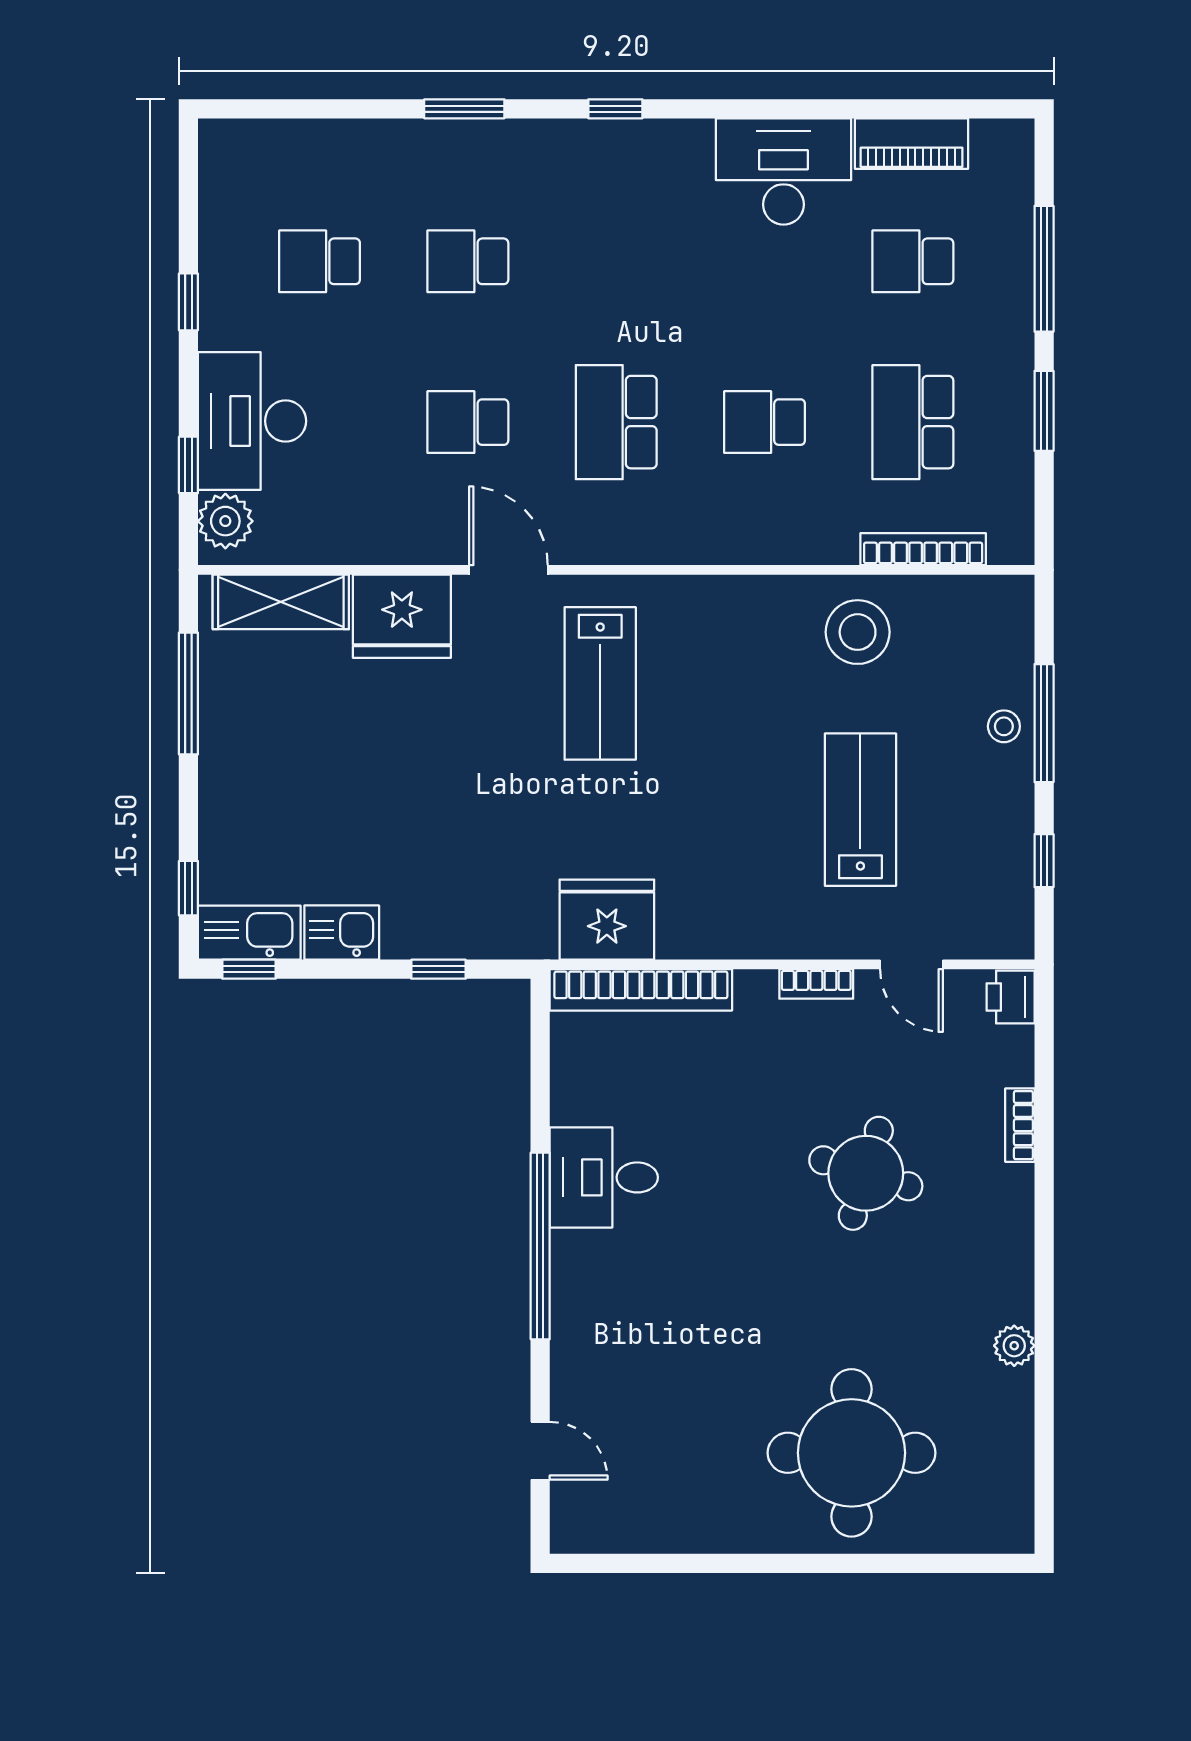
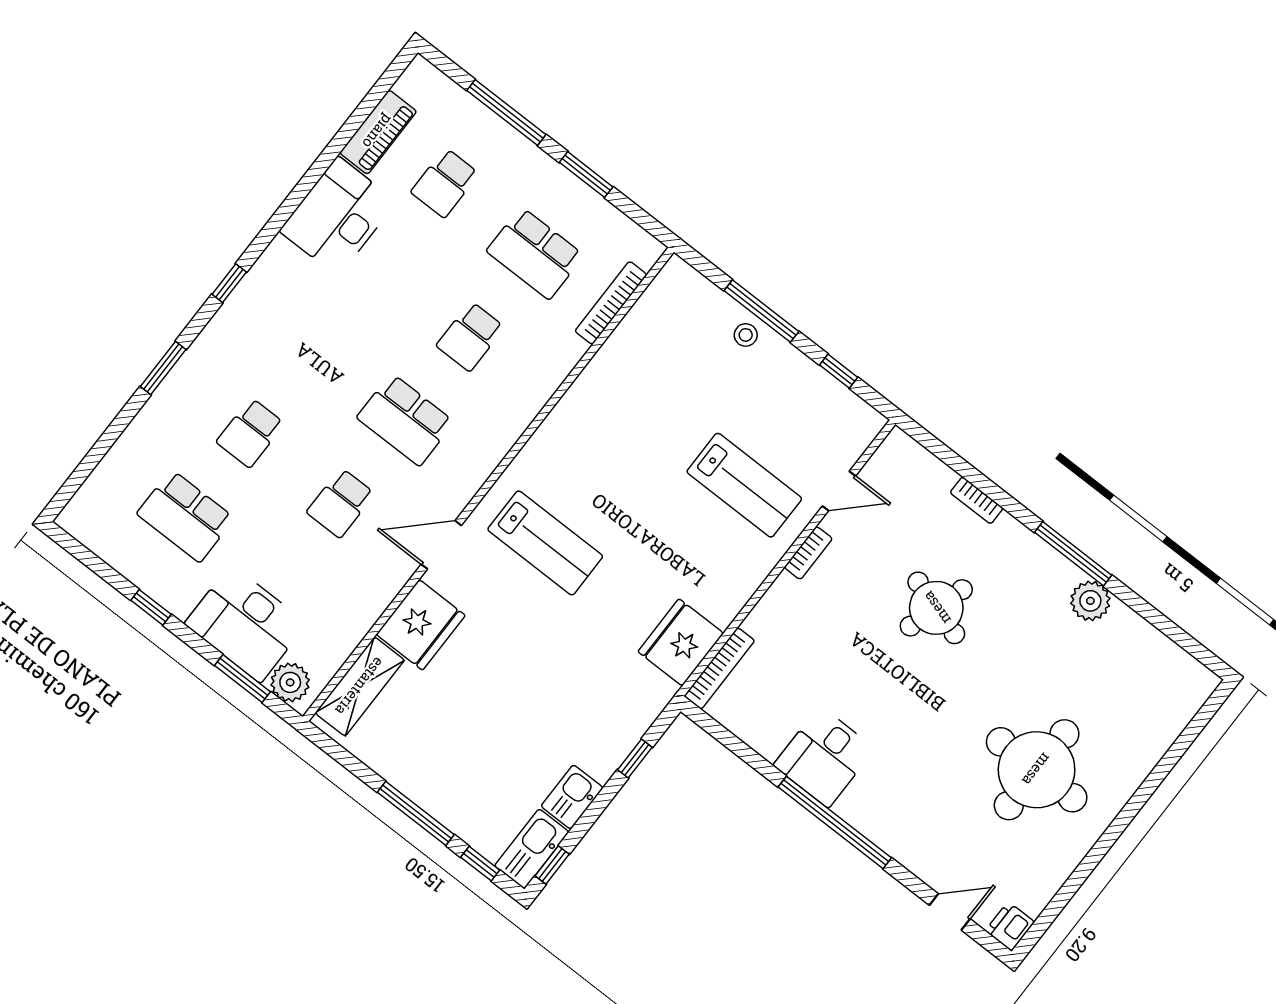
school desk: (320, 261) -> (186, 516), width x1.85
window: (188, 465) -> (242, 679), width x1.50
stool: (858, 632) -> (629, 376), removed
window: (188, 693) -> (416, 813), moved
lab bench: (860, 810) -> (744, 485), moved, turned 180
bookcase: (641, 990) -> (719, 668), width x0.68, depth x0.76
printer: (1011, 997) -> (1010, 926), moved, turned 90
window: (1044, 1278) -> (1073, 554), added
plant: (1014, 1346) -> (1090, 601), width x1.38, depth x1.38
round table: (852, 1453) -> (1037, 770), moved

